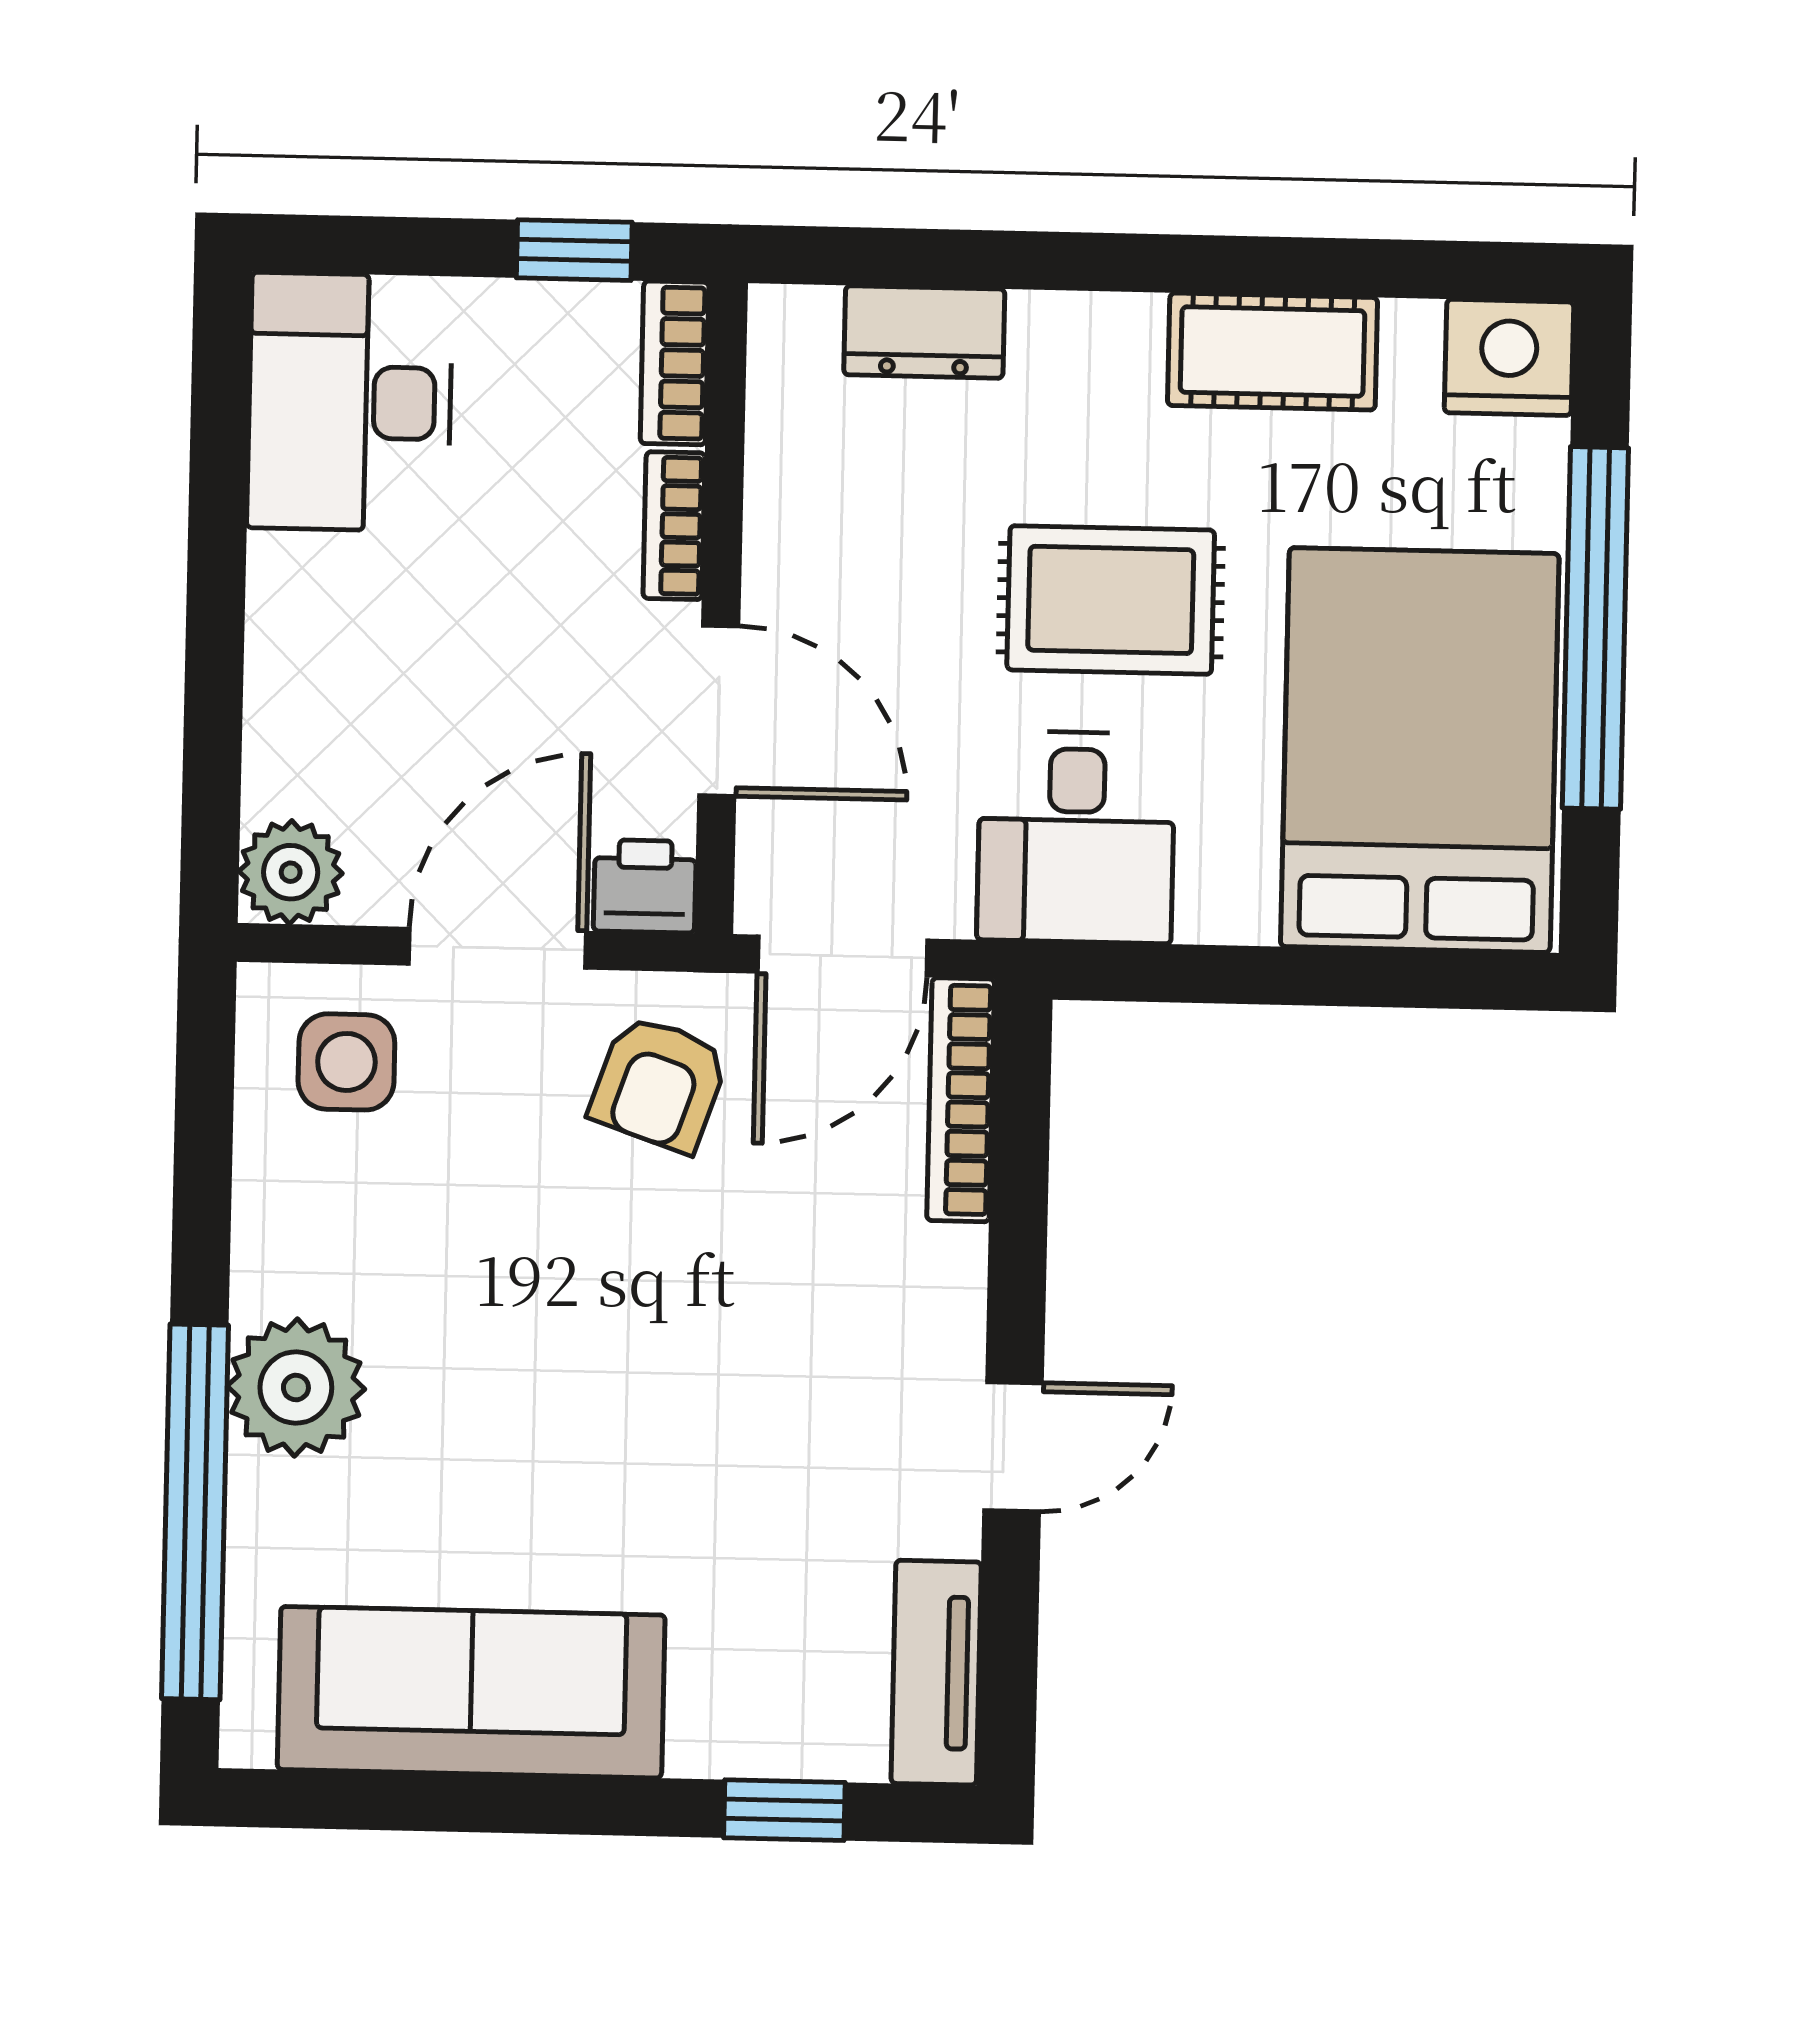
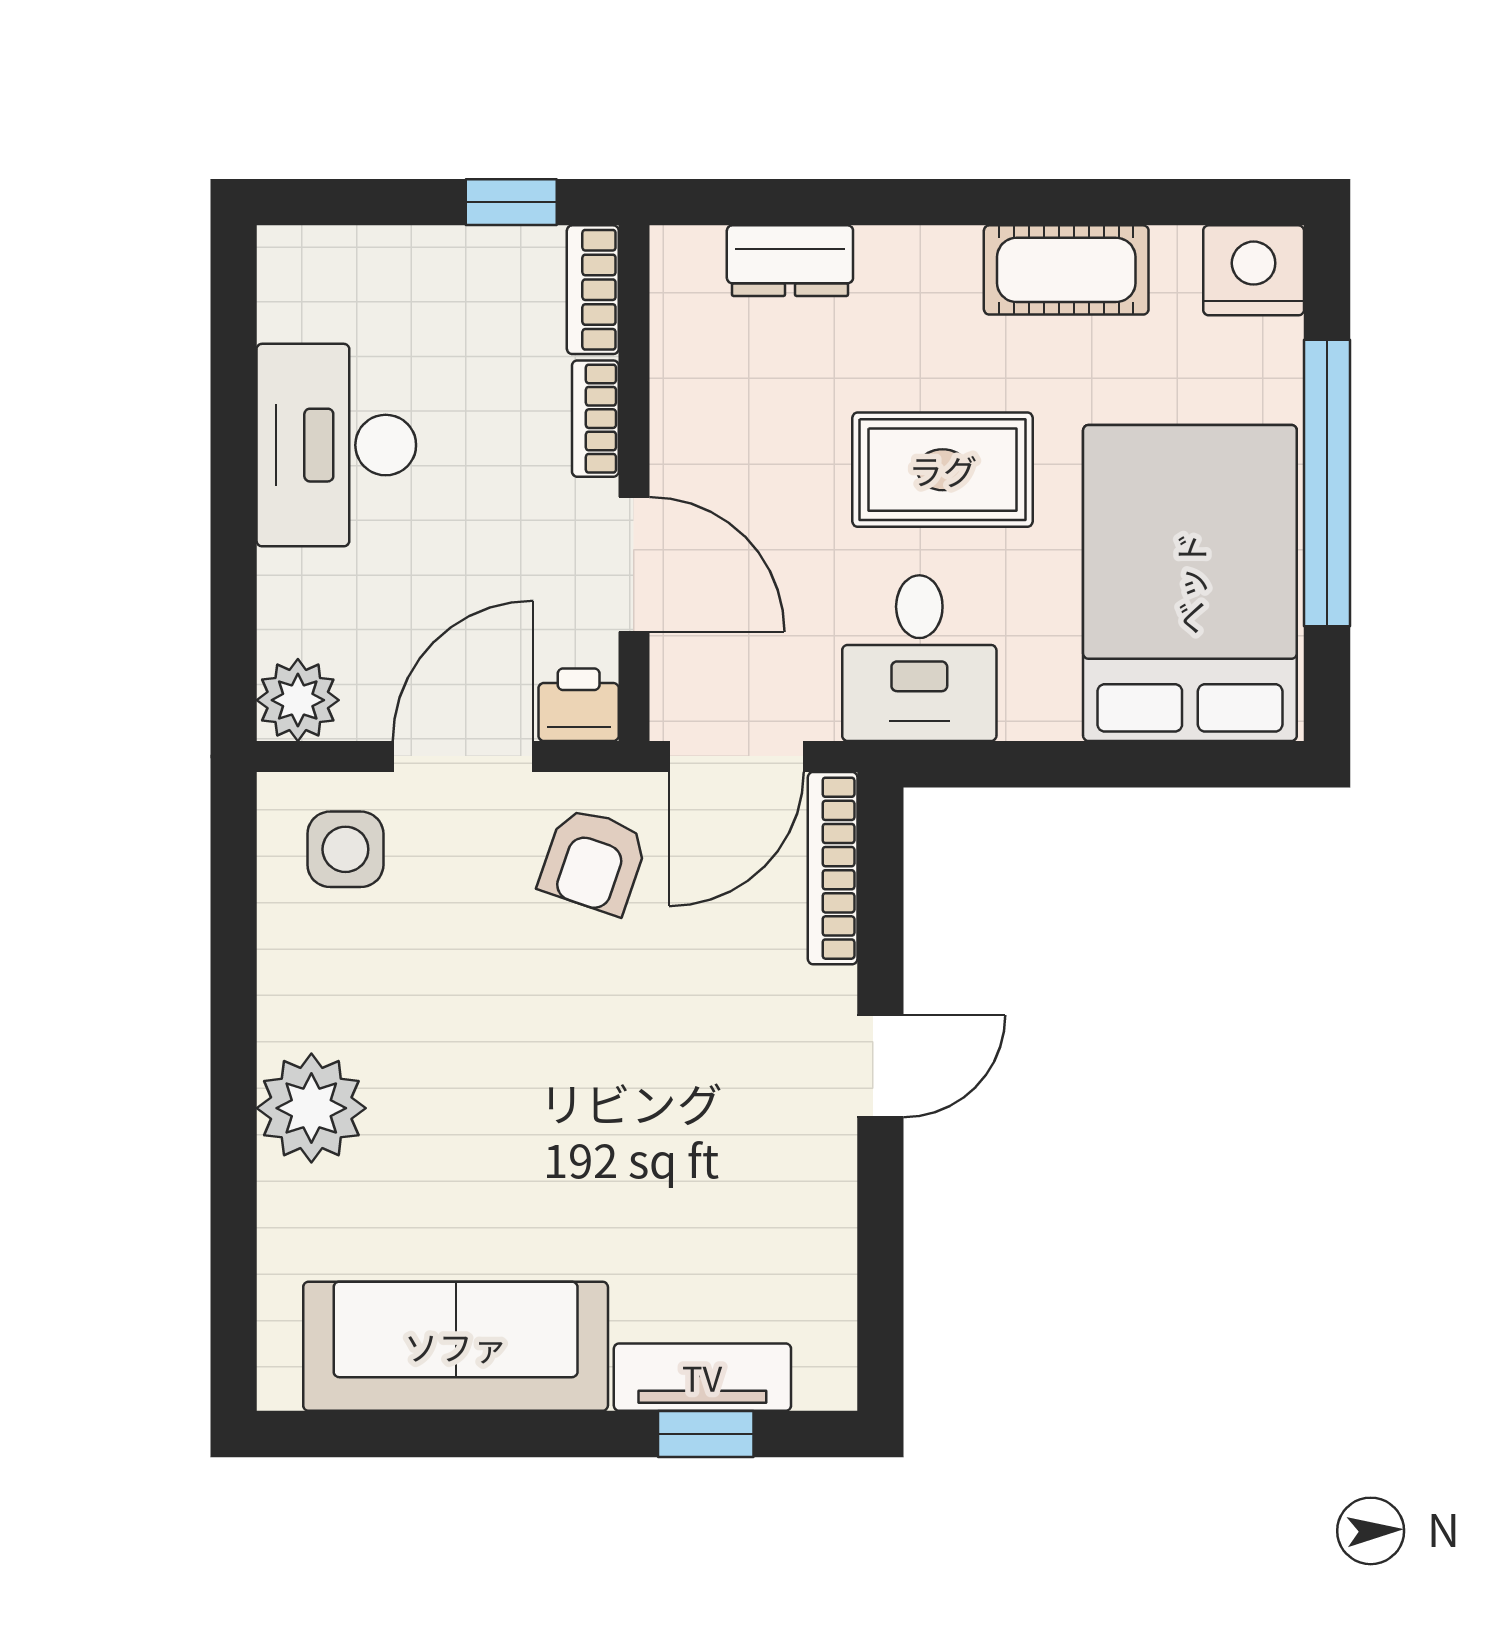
desk: (350, 402) -> (336, 445), moved
door: (1013, 1447) -> (880, 1066), moved
window: (195, 1512) -> (234, 1208), removed
tv unit: (936, 1673) -> (702, 1377), moved, turned 90

